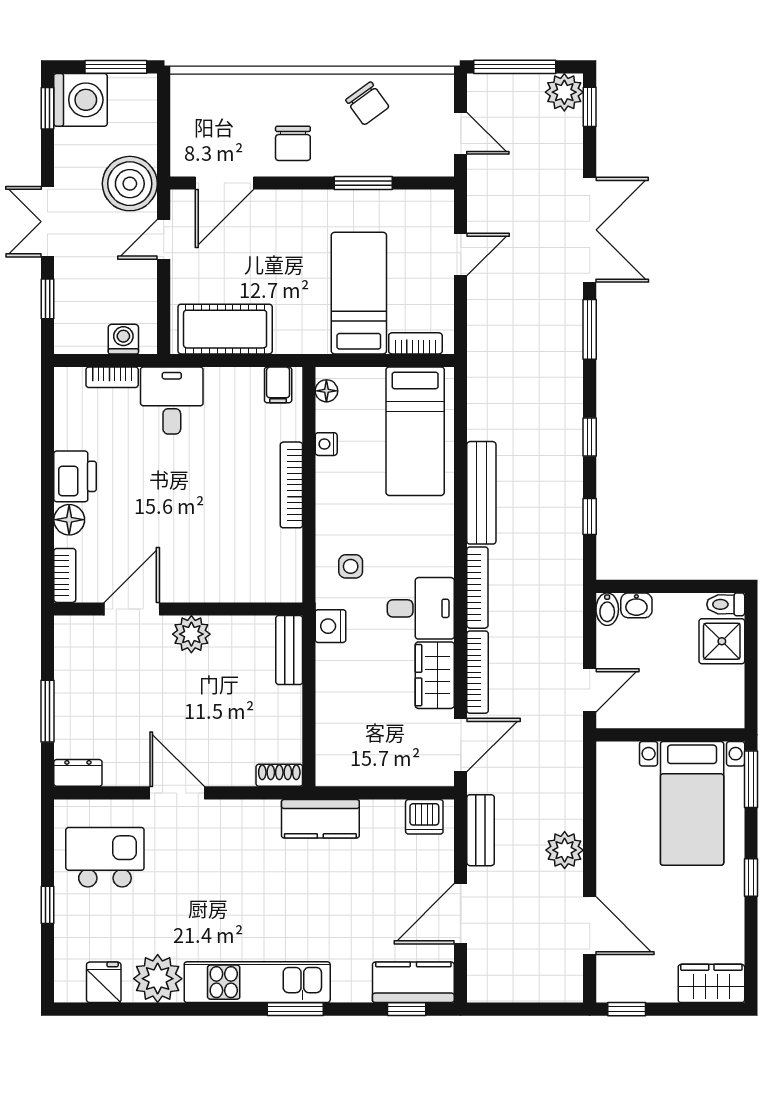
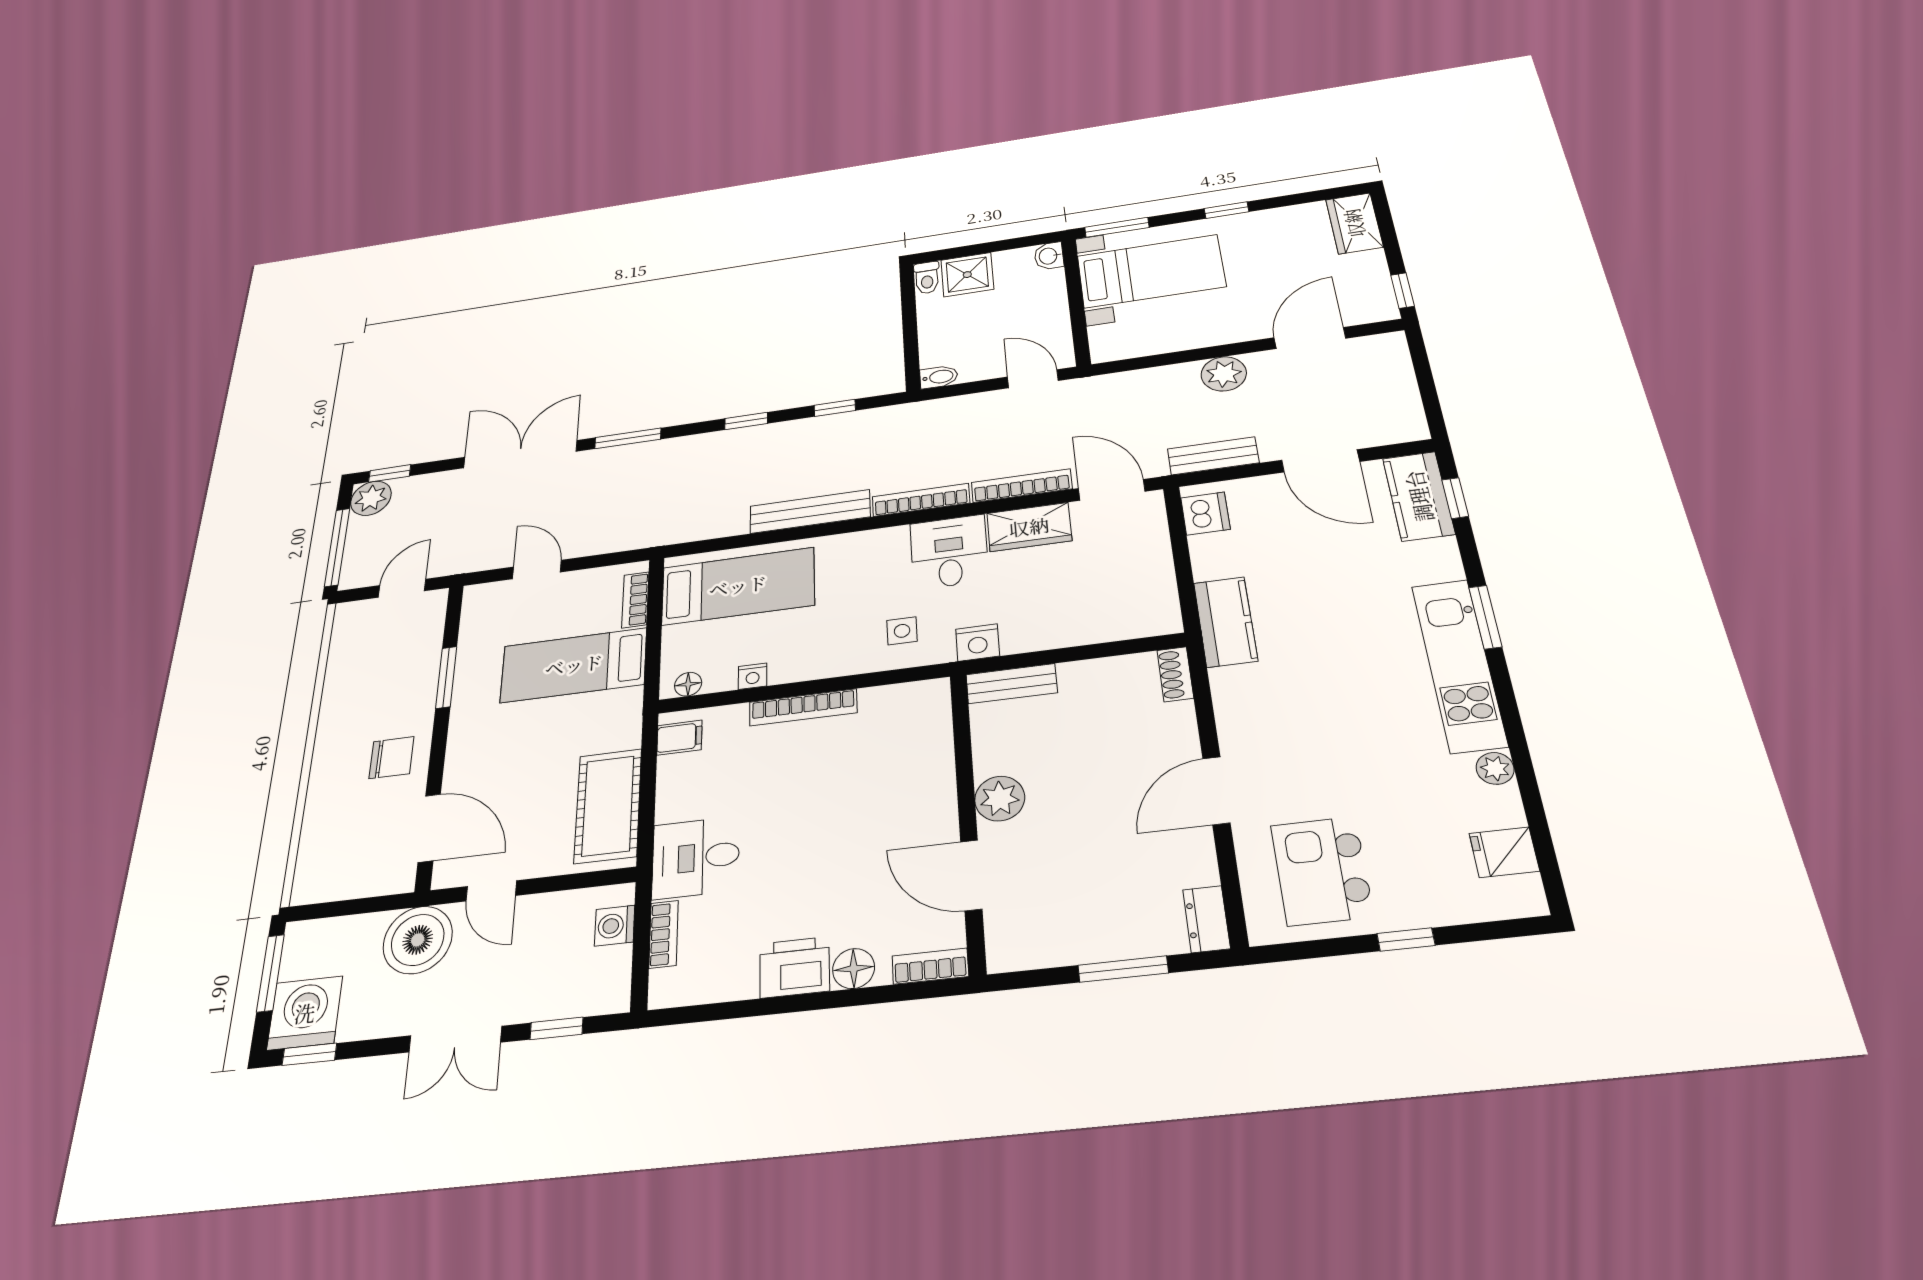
chair: (367, 103) -> (356, 685), removed
washbasin: (636, 605) -> (1049, 256), moved, turned 180
plant: (158, 979) -> (1495, 768), width x0.53, depth x0.53

